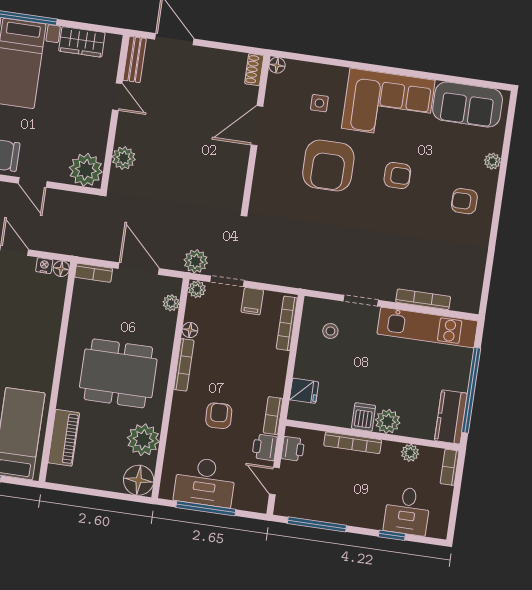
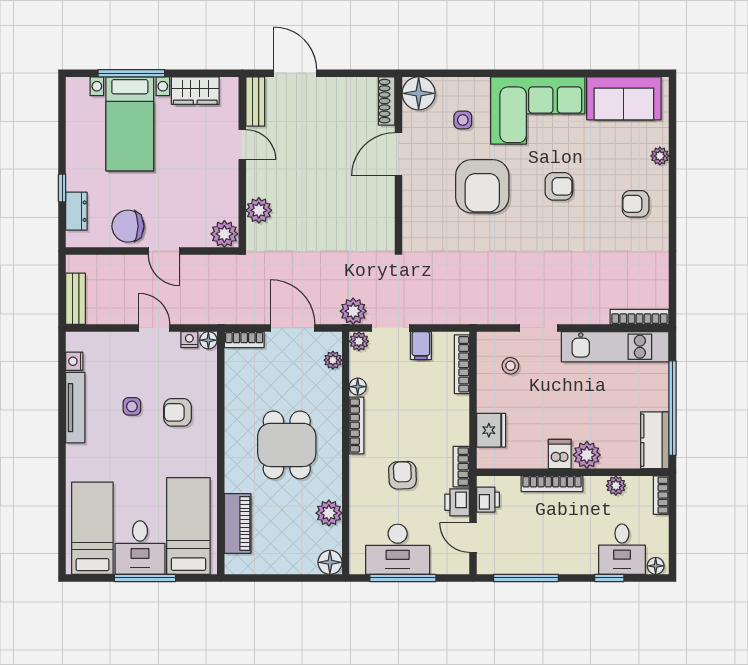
floor lamp: (277, 65) -> (419, 93), width x1.89, depth x1.89
shoe rack: (254, 70) -> (387, 101), width x1.43
plant: (86, 170) -> (224, 234), width x0.73, depth x0.73
bookcase: (423, 299) -> (639, 317), moved
armchair: (24, 330) -> (178, 412), added
dining table: (118, 373) -> (287, 445), width x0.73
fridge: (304, 391) -> (491, 430), width x1.38
plant: (143, 440) -> (329, 513), width x0.73, depth x0.73
floor lamp: (139, 480) -> (330, 562), width x0.73, depth x0.73
floor lamp: (435, 530) -> (656, 566), added

